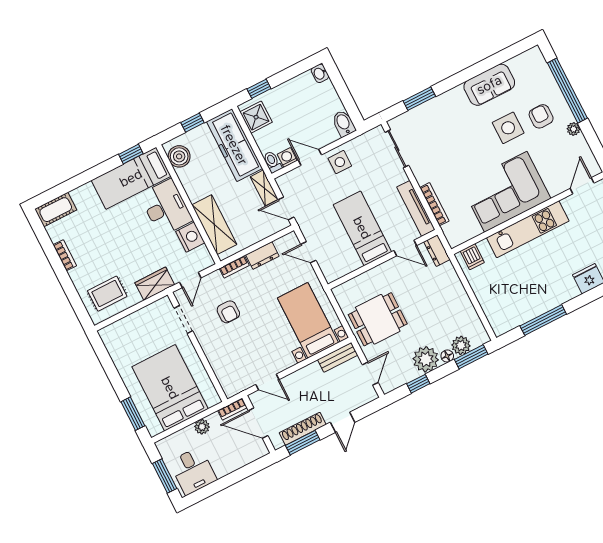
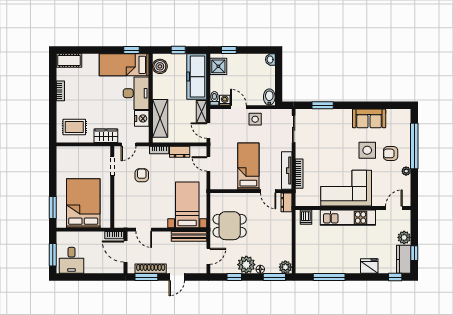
armchair: (541, 116) -> (391, 153), turned -90
armchair: (228, 312) -> (142, 175), turned 180
plant: (461, 345) -> (285, 267), moved
bench: (338, 357) -> (189, 236), width x1.36
plant: (202, 427) -> (91, 237), removed

